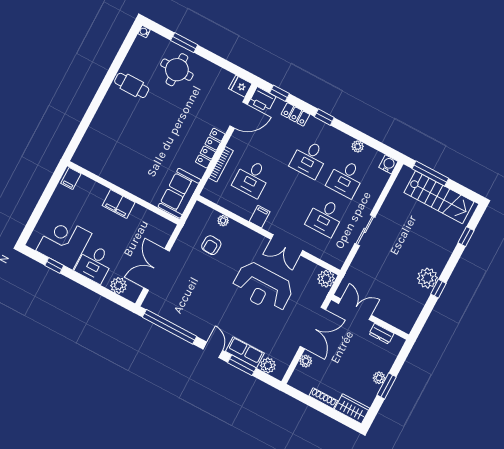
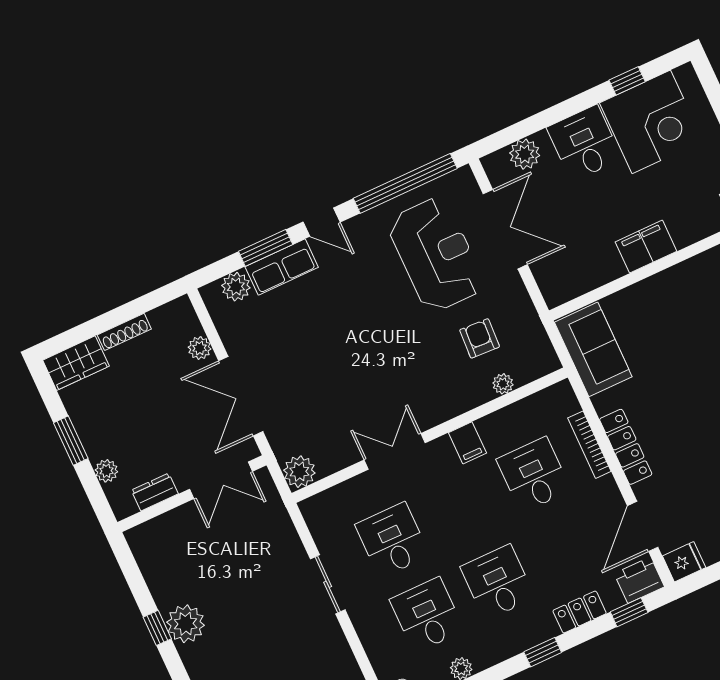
reception desk: (263, 287) -> (436, 255), moved, turned 90
plant: (379, 378) -> (106, 471), moved

